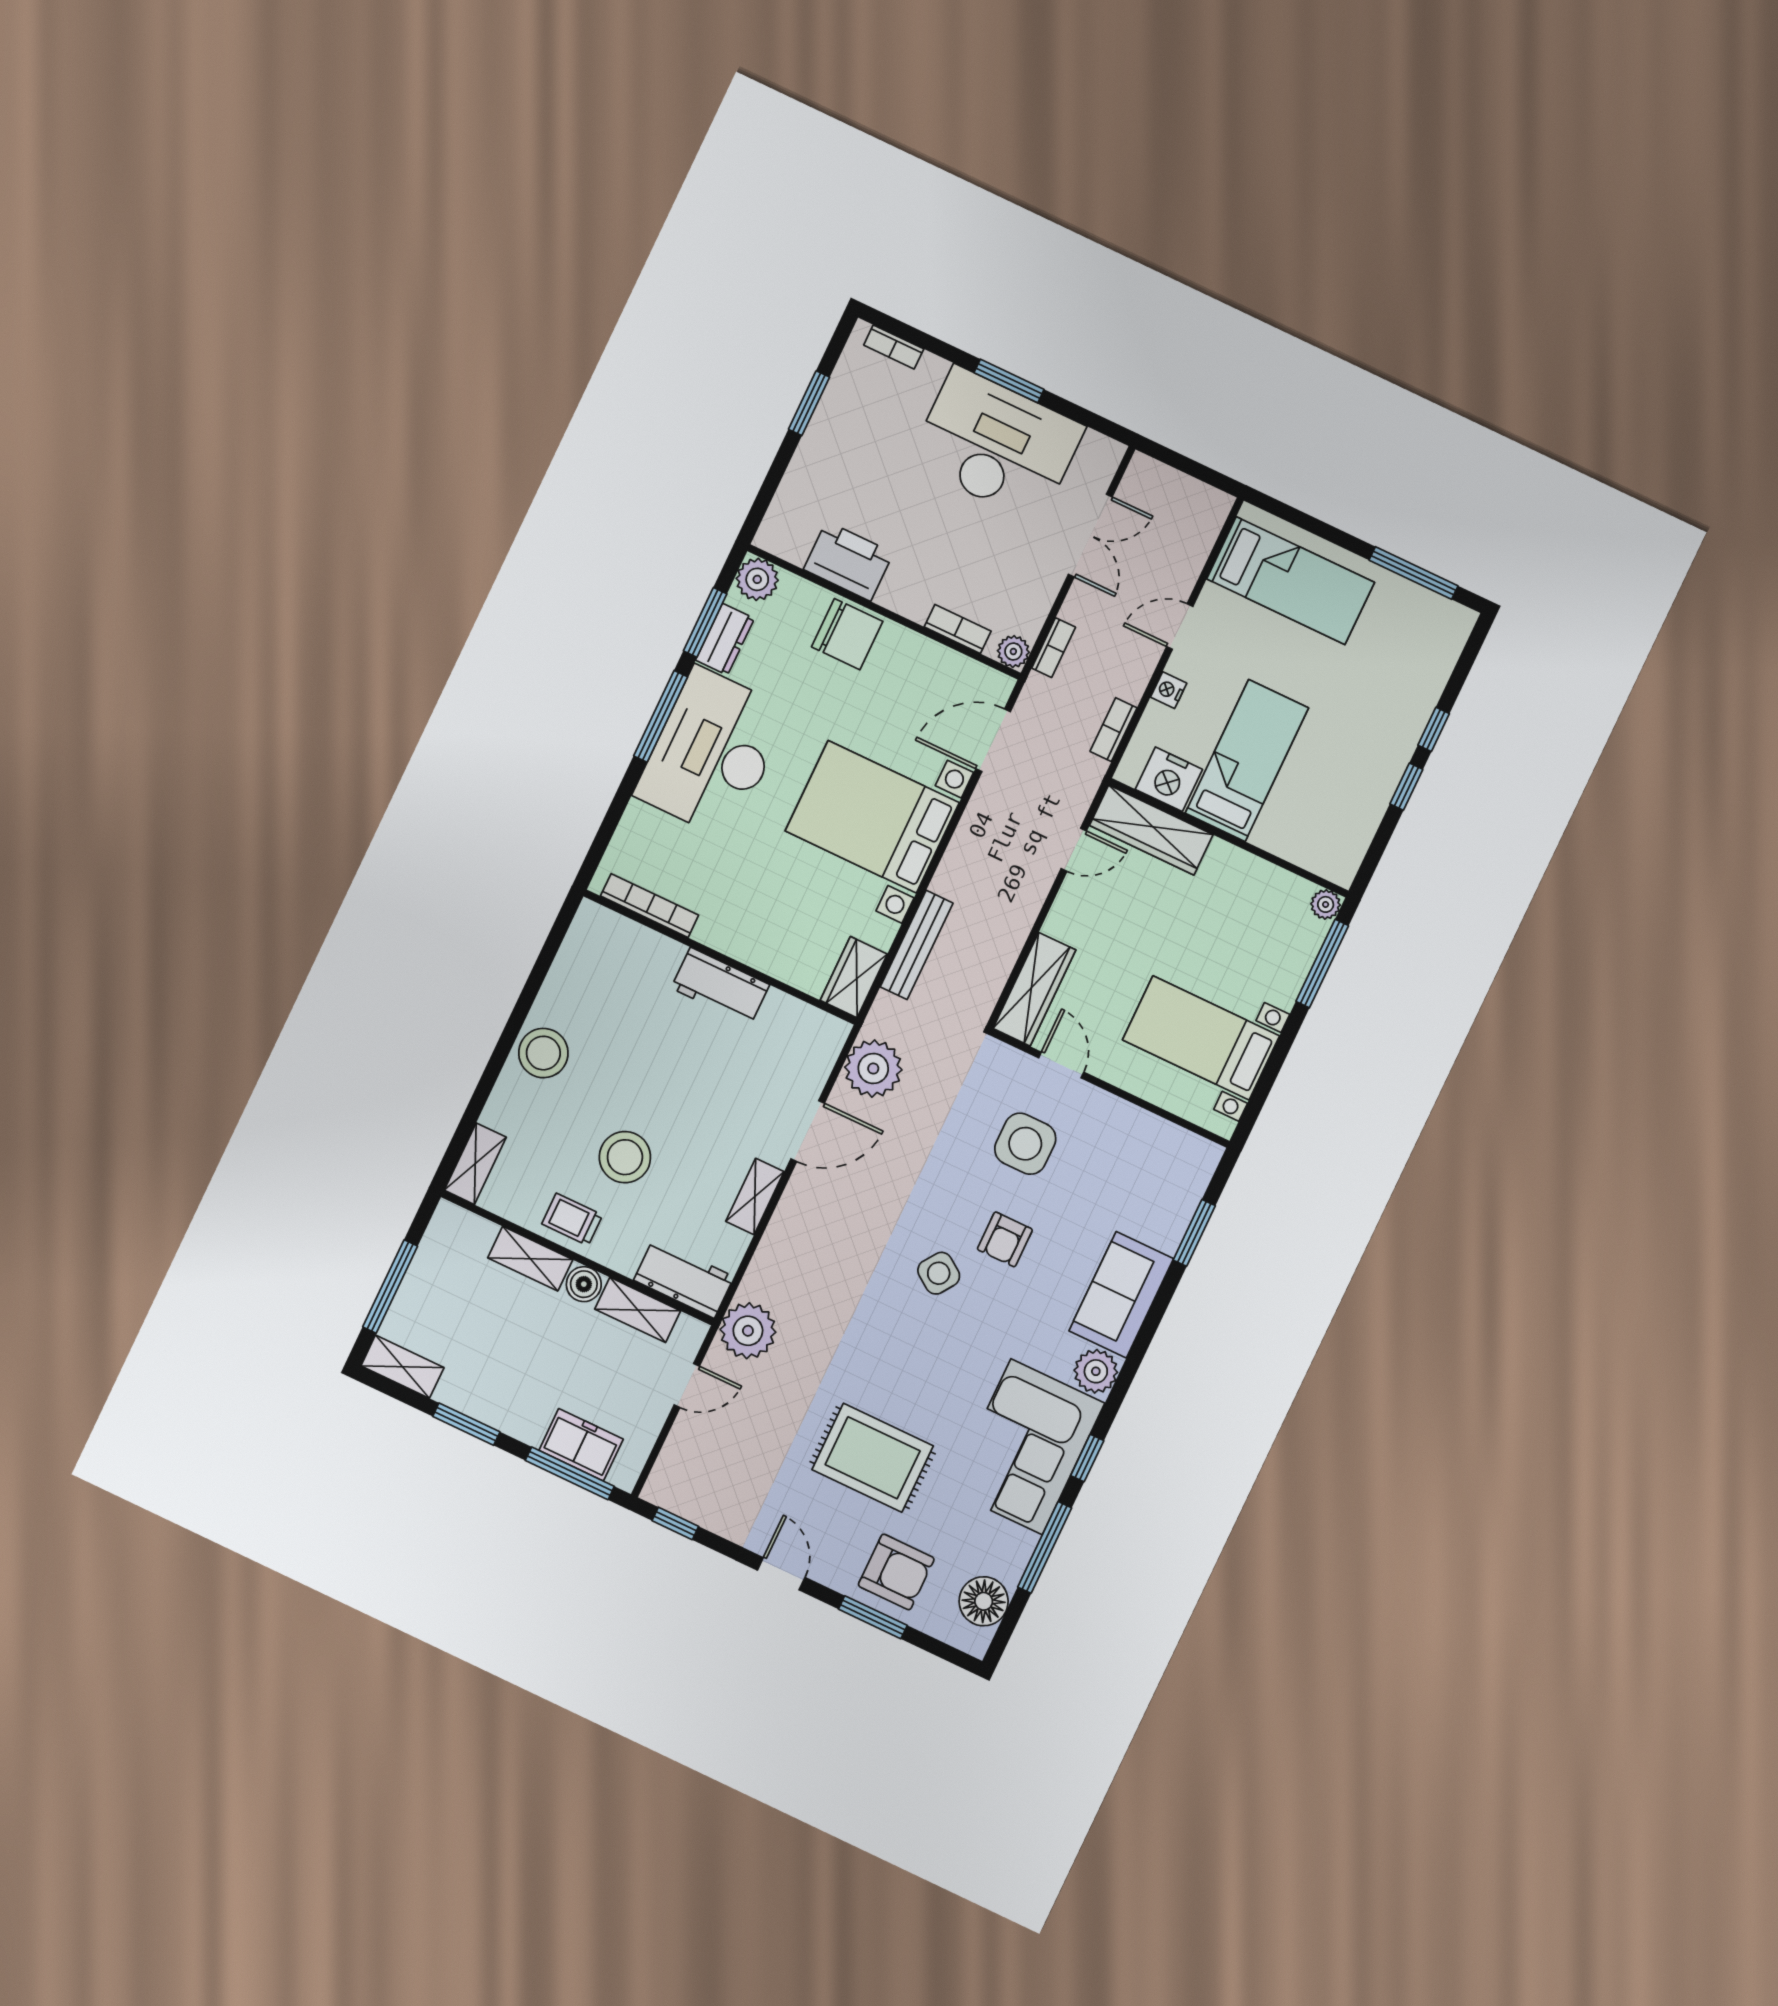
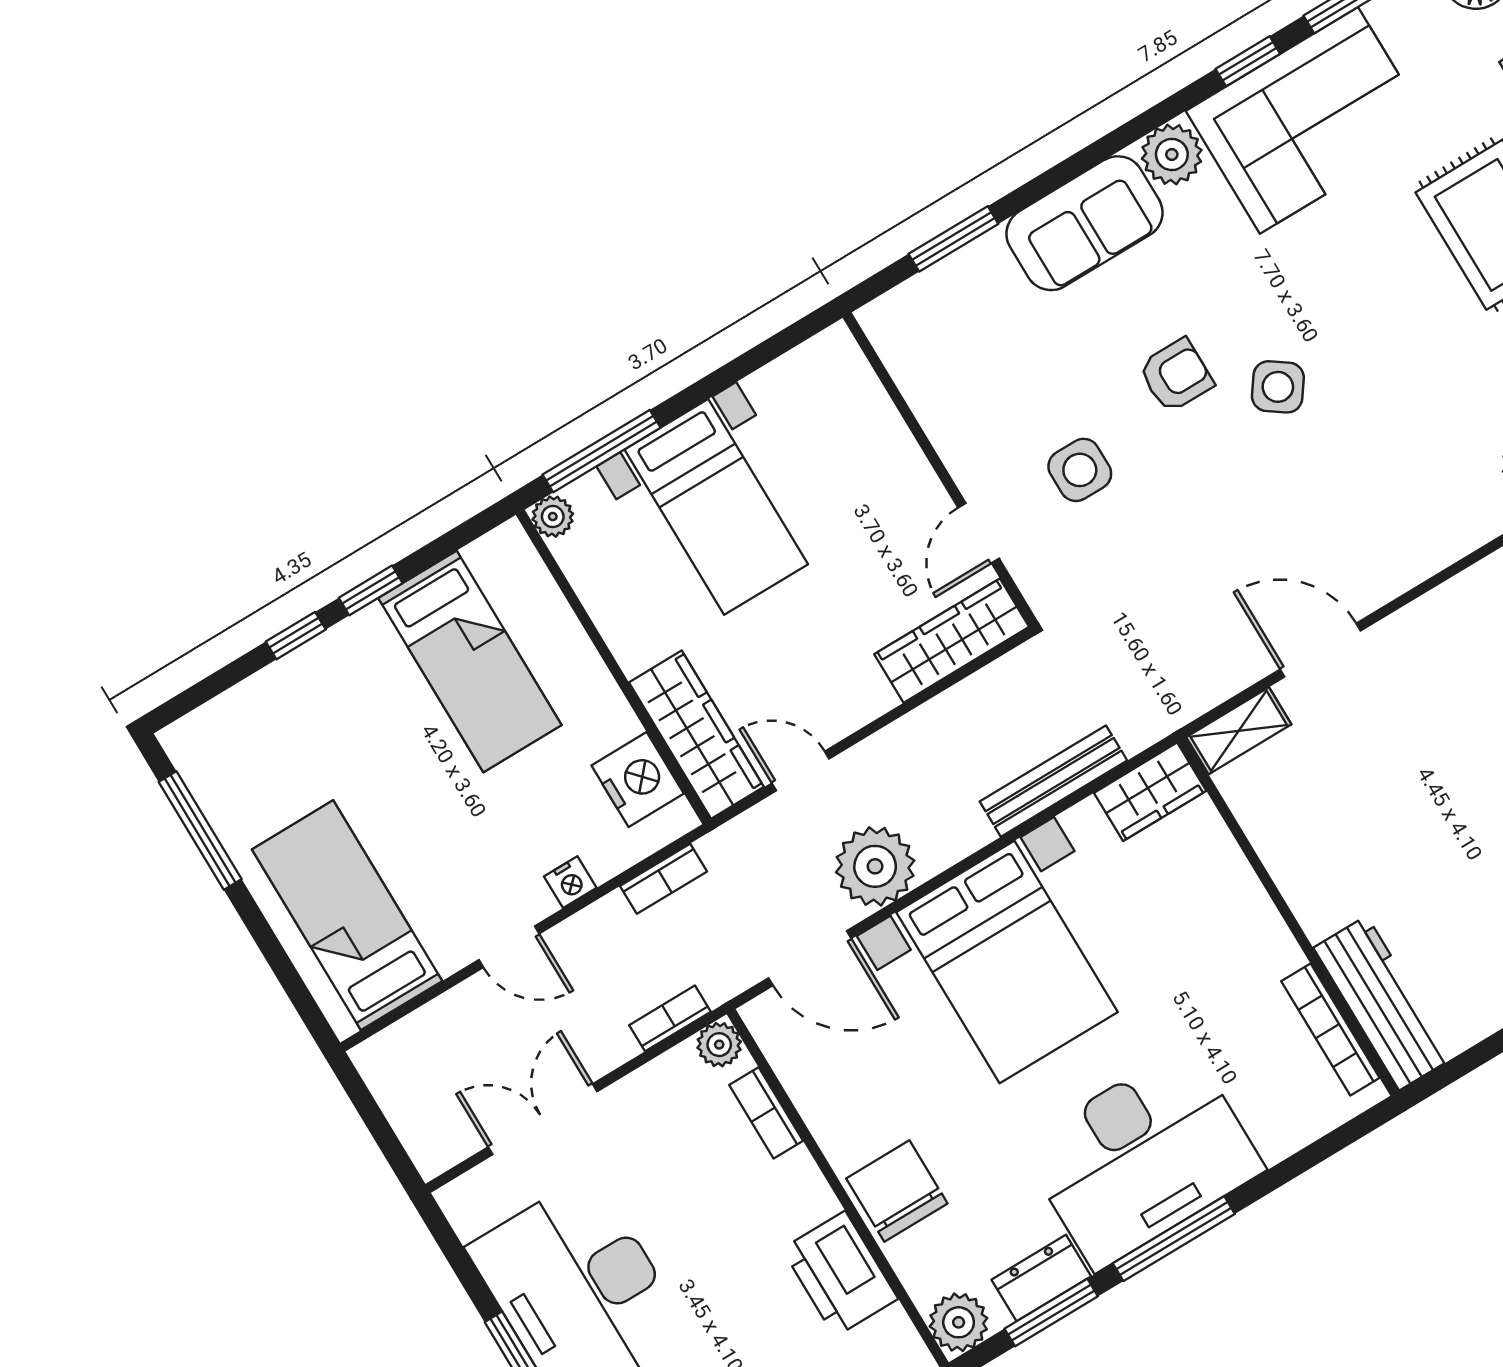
bed: (1247, 761) -> (470, 662), moved, turned -90
workbench: (720, 986) -> (1383, 1003), moved, width x1.38
bed with nightstands: (1201, 1038) -> (716, 507), moved
plant: (873, 1069) -> (875, 866), moved
side table: (1025, 1144) -> (1080, 470), width x0.73, depth x0.73
shelving: (755, 1196) -> (1239, 731), moved

